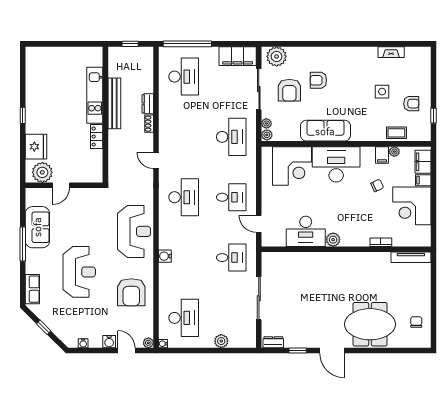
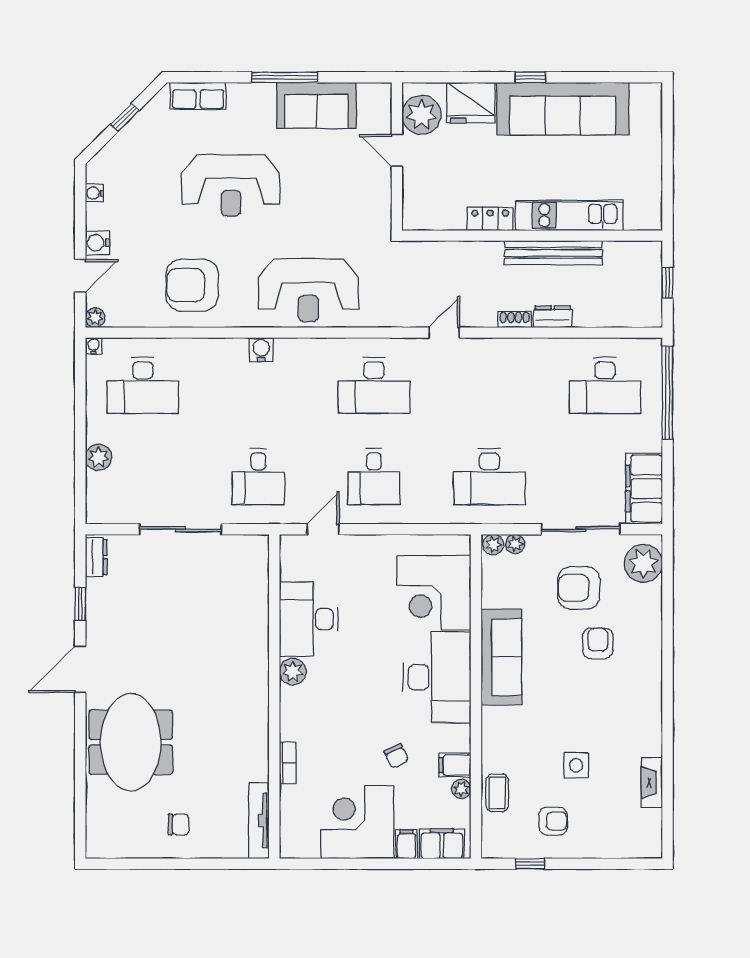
sofa: (39, 99) -> (563, 109), added
armchair: (411, 104) -> (553, 821), turned -90
chair: (416, 322) -> (179, 824), moved

